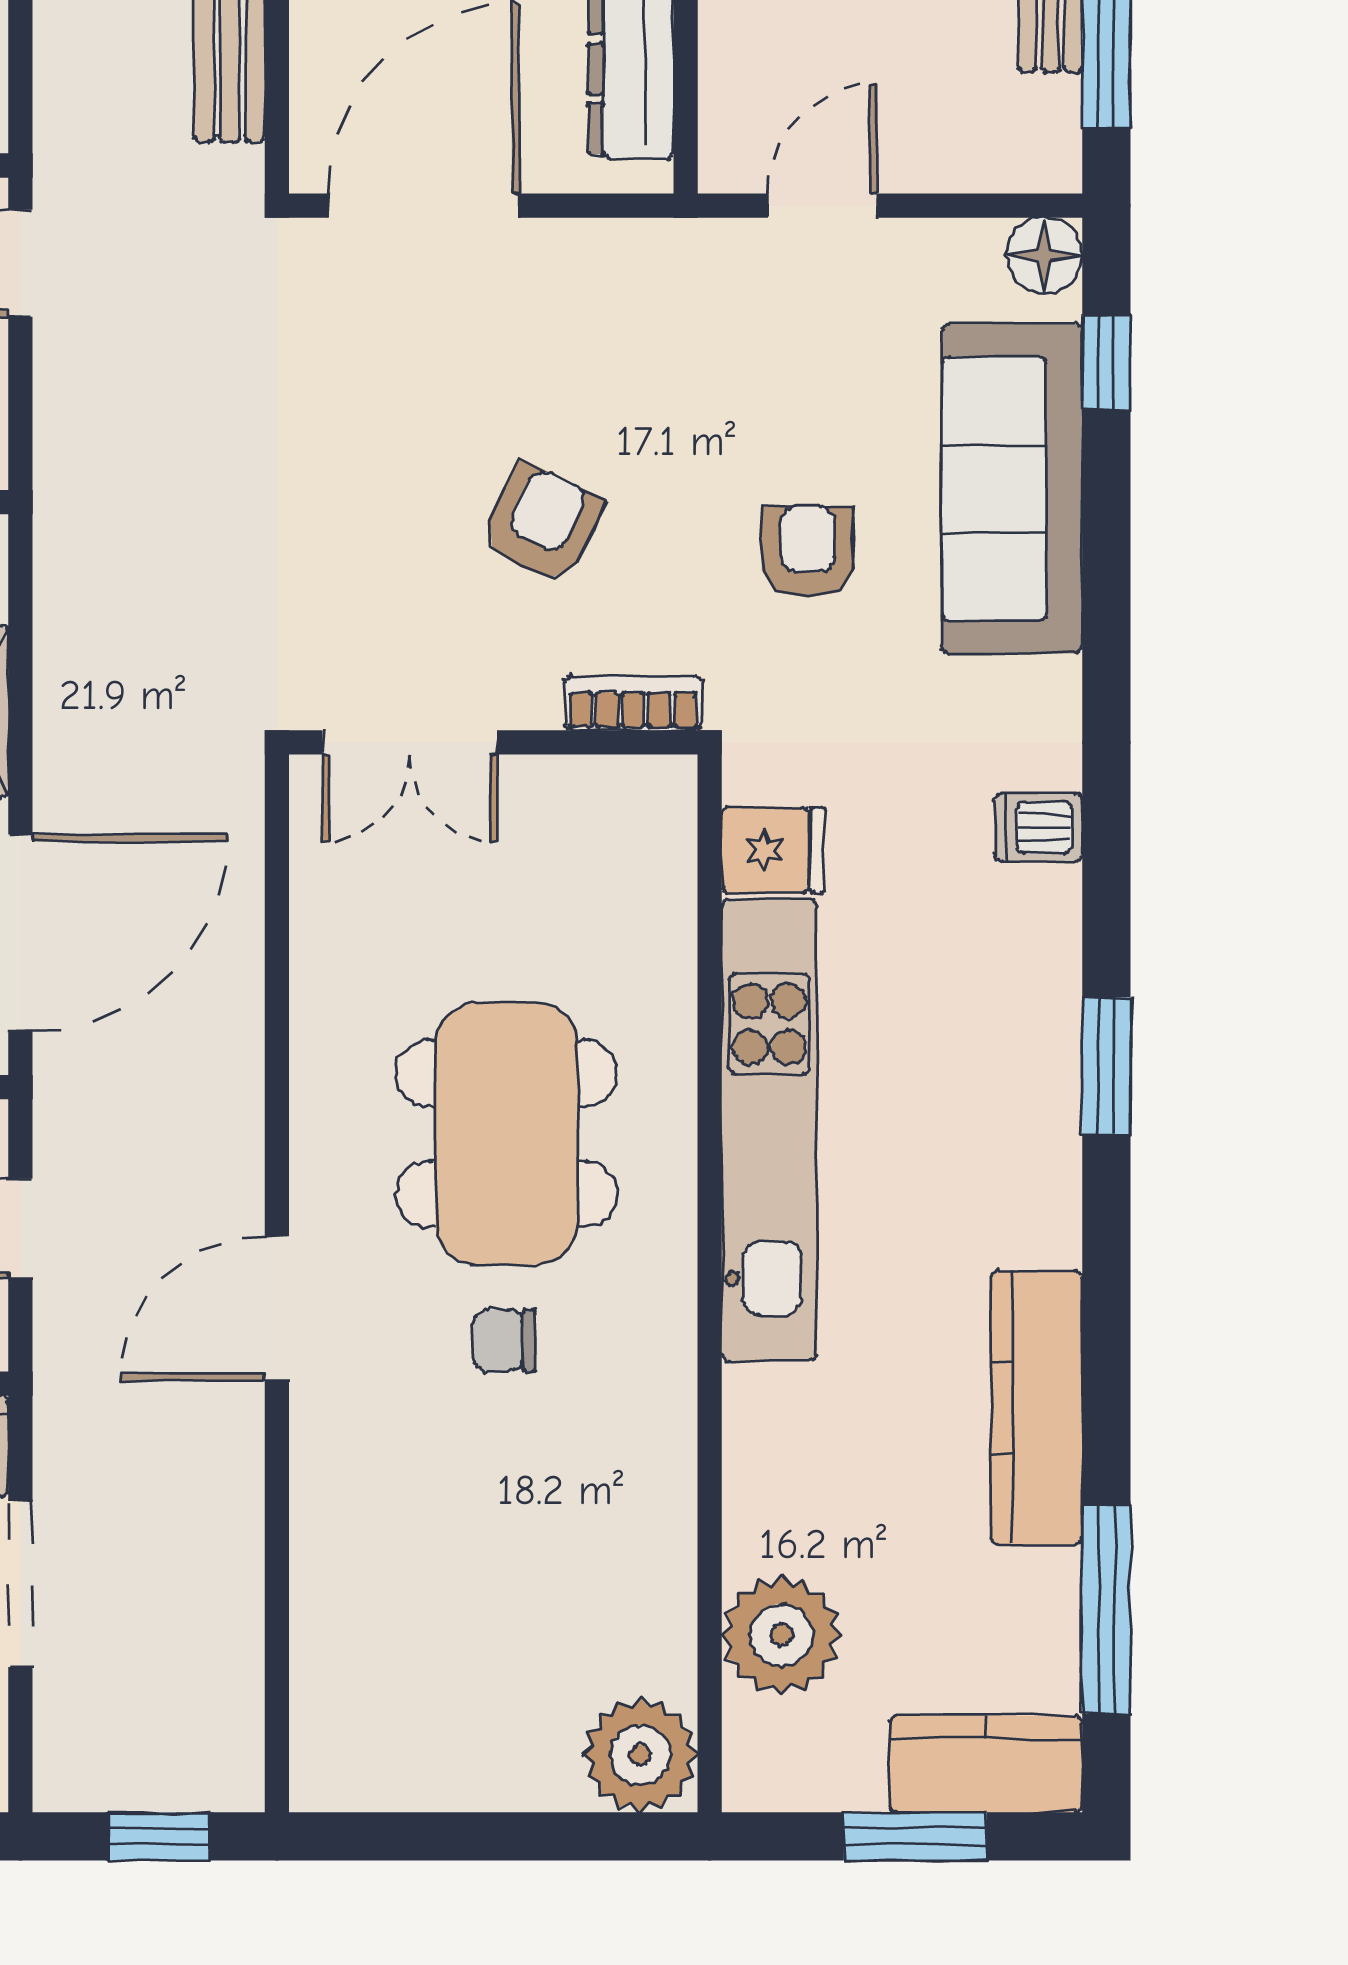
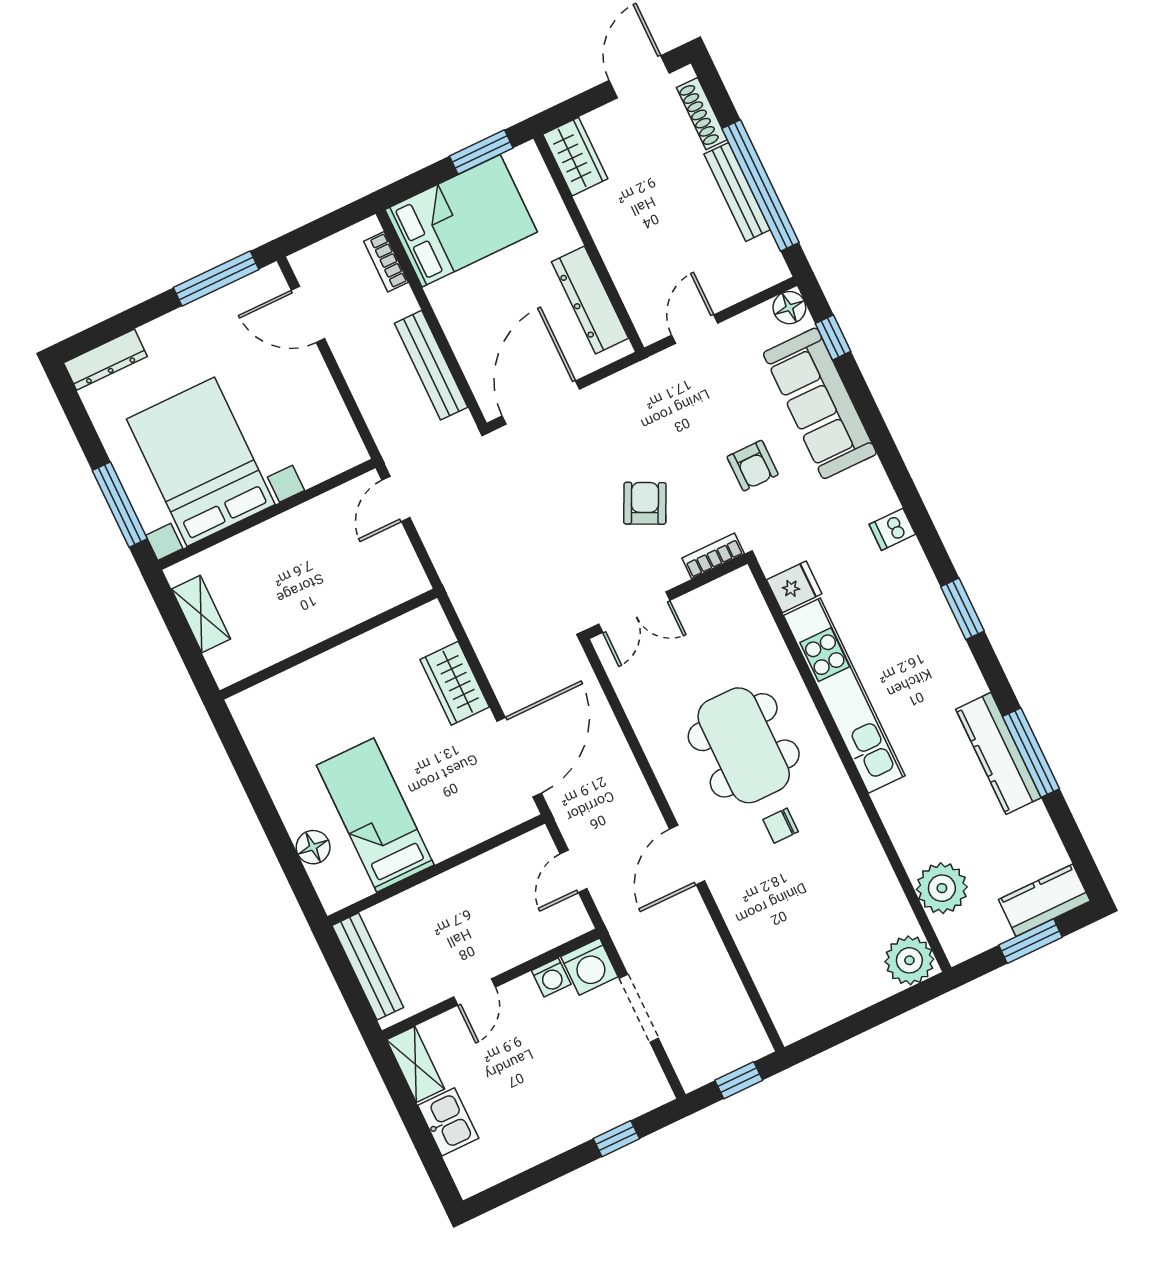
armchair: (807, 552) -> (753, 466), turned 180
window: (1106, 1609) -> (1031, 753), moved

